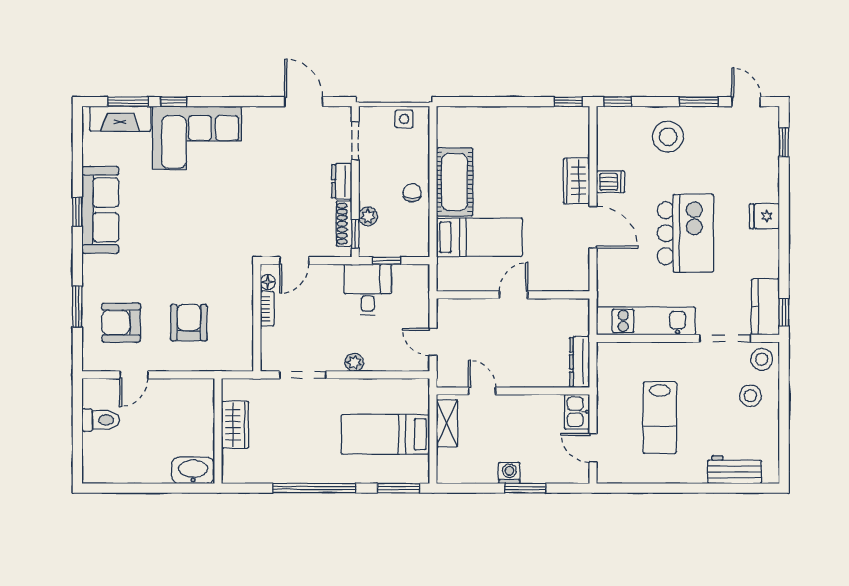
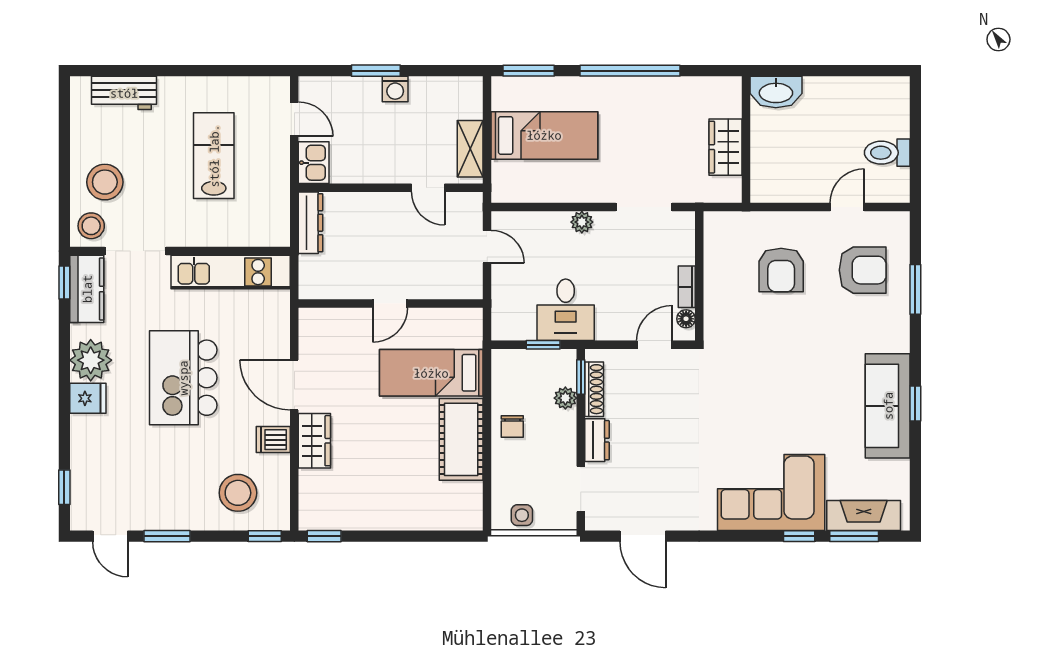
stool: (668, 137) -> (238, 493), moved
plant: (762, 248) -> (91, 360), added
stool: (750, 396) -> (105, 182), width x1.38, depth x1.38

